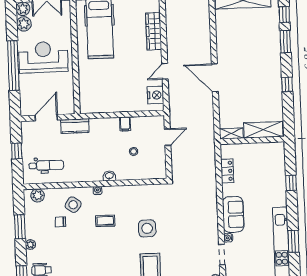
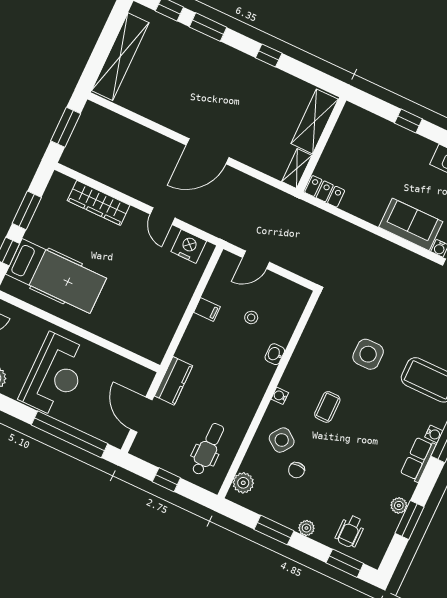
reception desk: (43, 57) -> (55, 375), turned 180
window: (13, 66) -> (70, 434), moved
door: (168, 137) -> (256, 260), swing flipped
locker: (227, 171) -> (325, 191), moved
washbasin: (109, 176) -> (275, 354), moved

